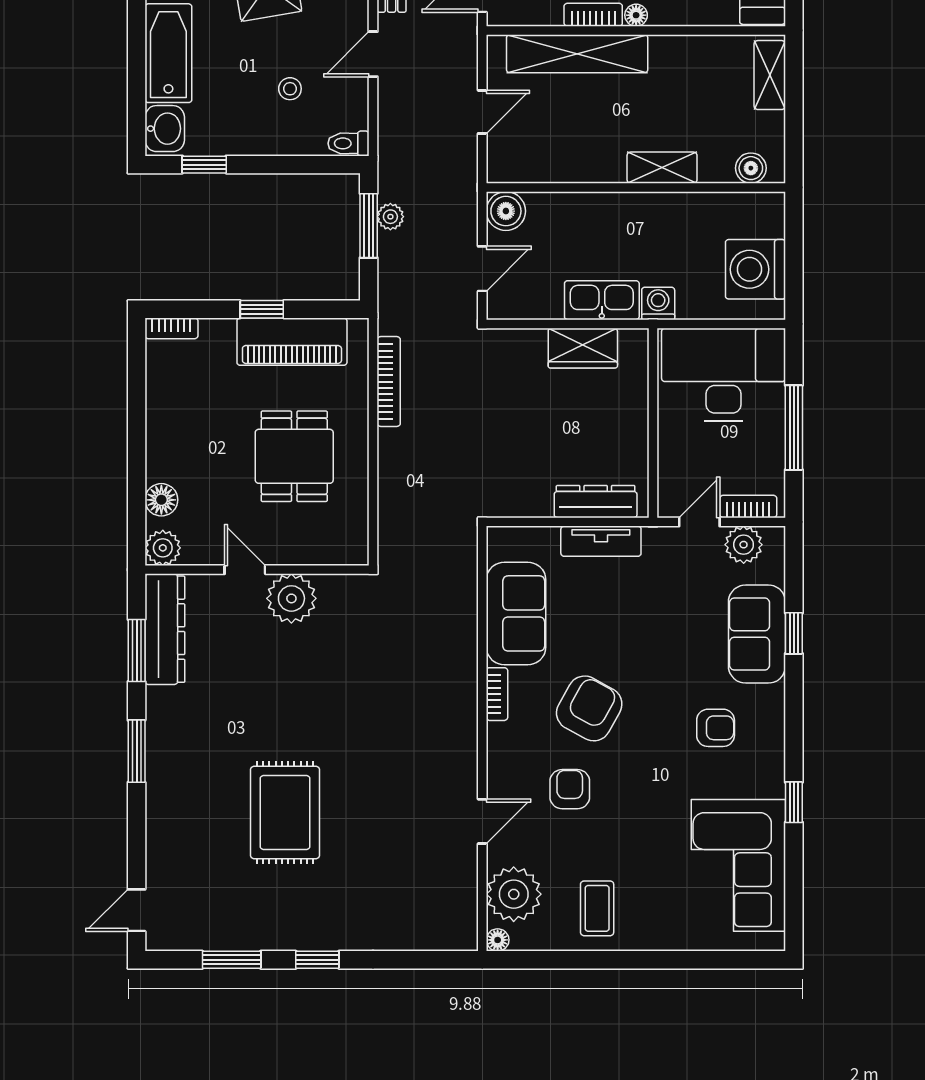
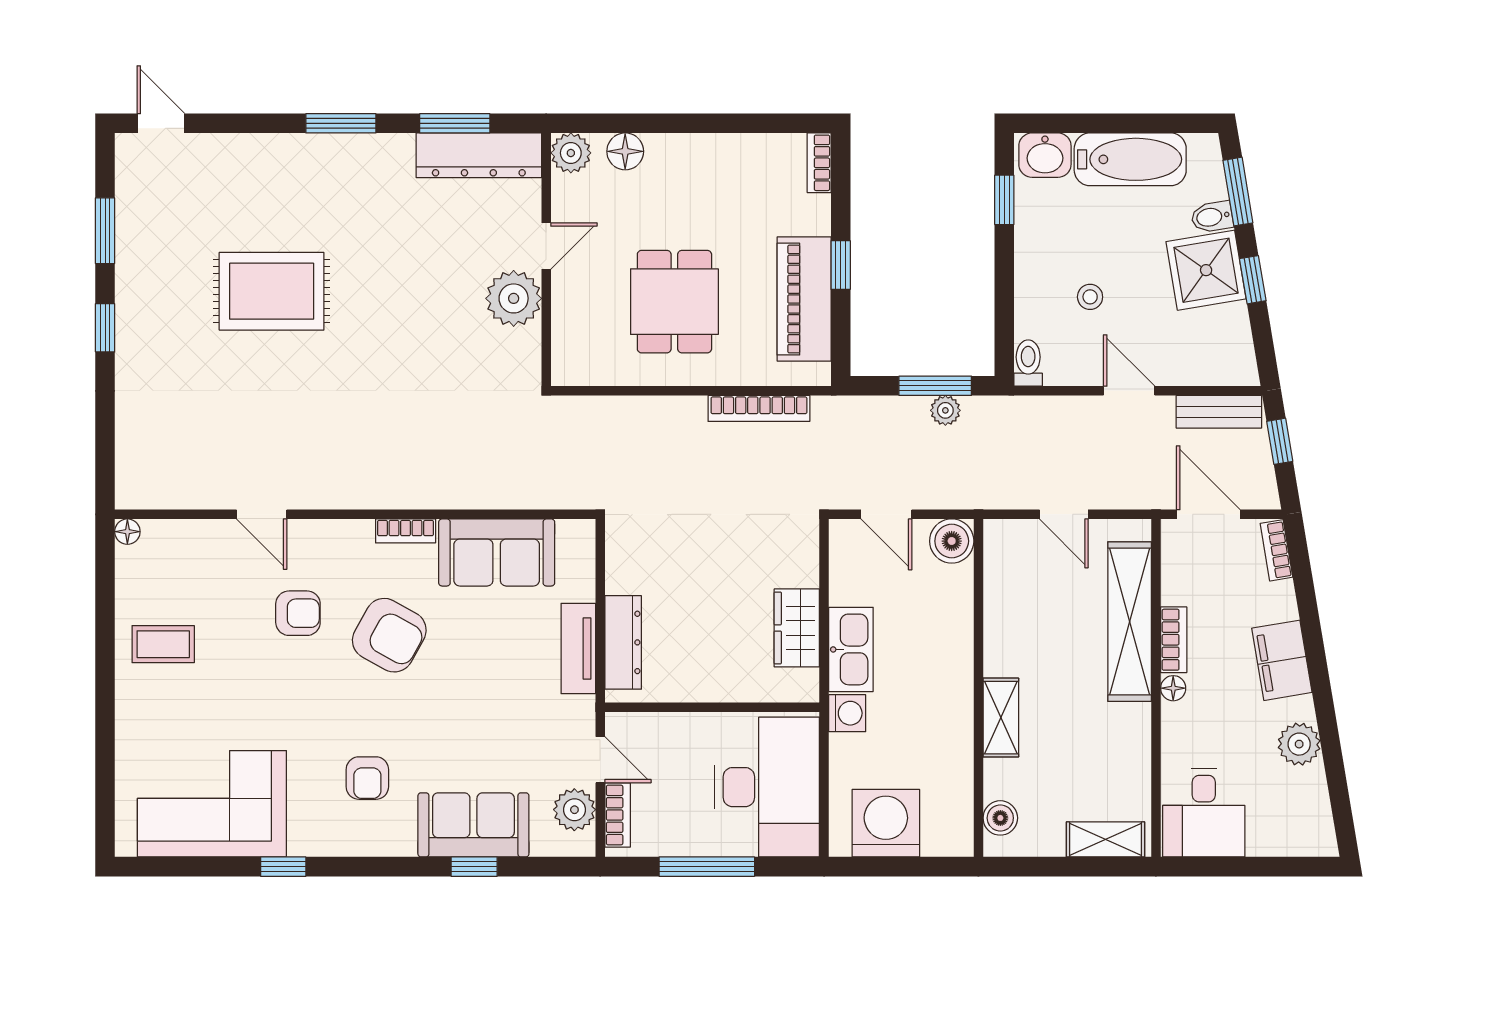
dining table: (294, 456) -> (674, 302), turned 90
plant: (514, 894) -> (179, 550), removed

